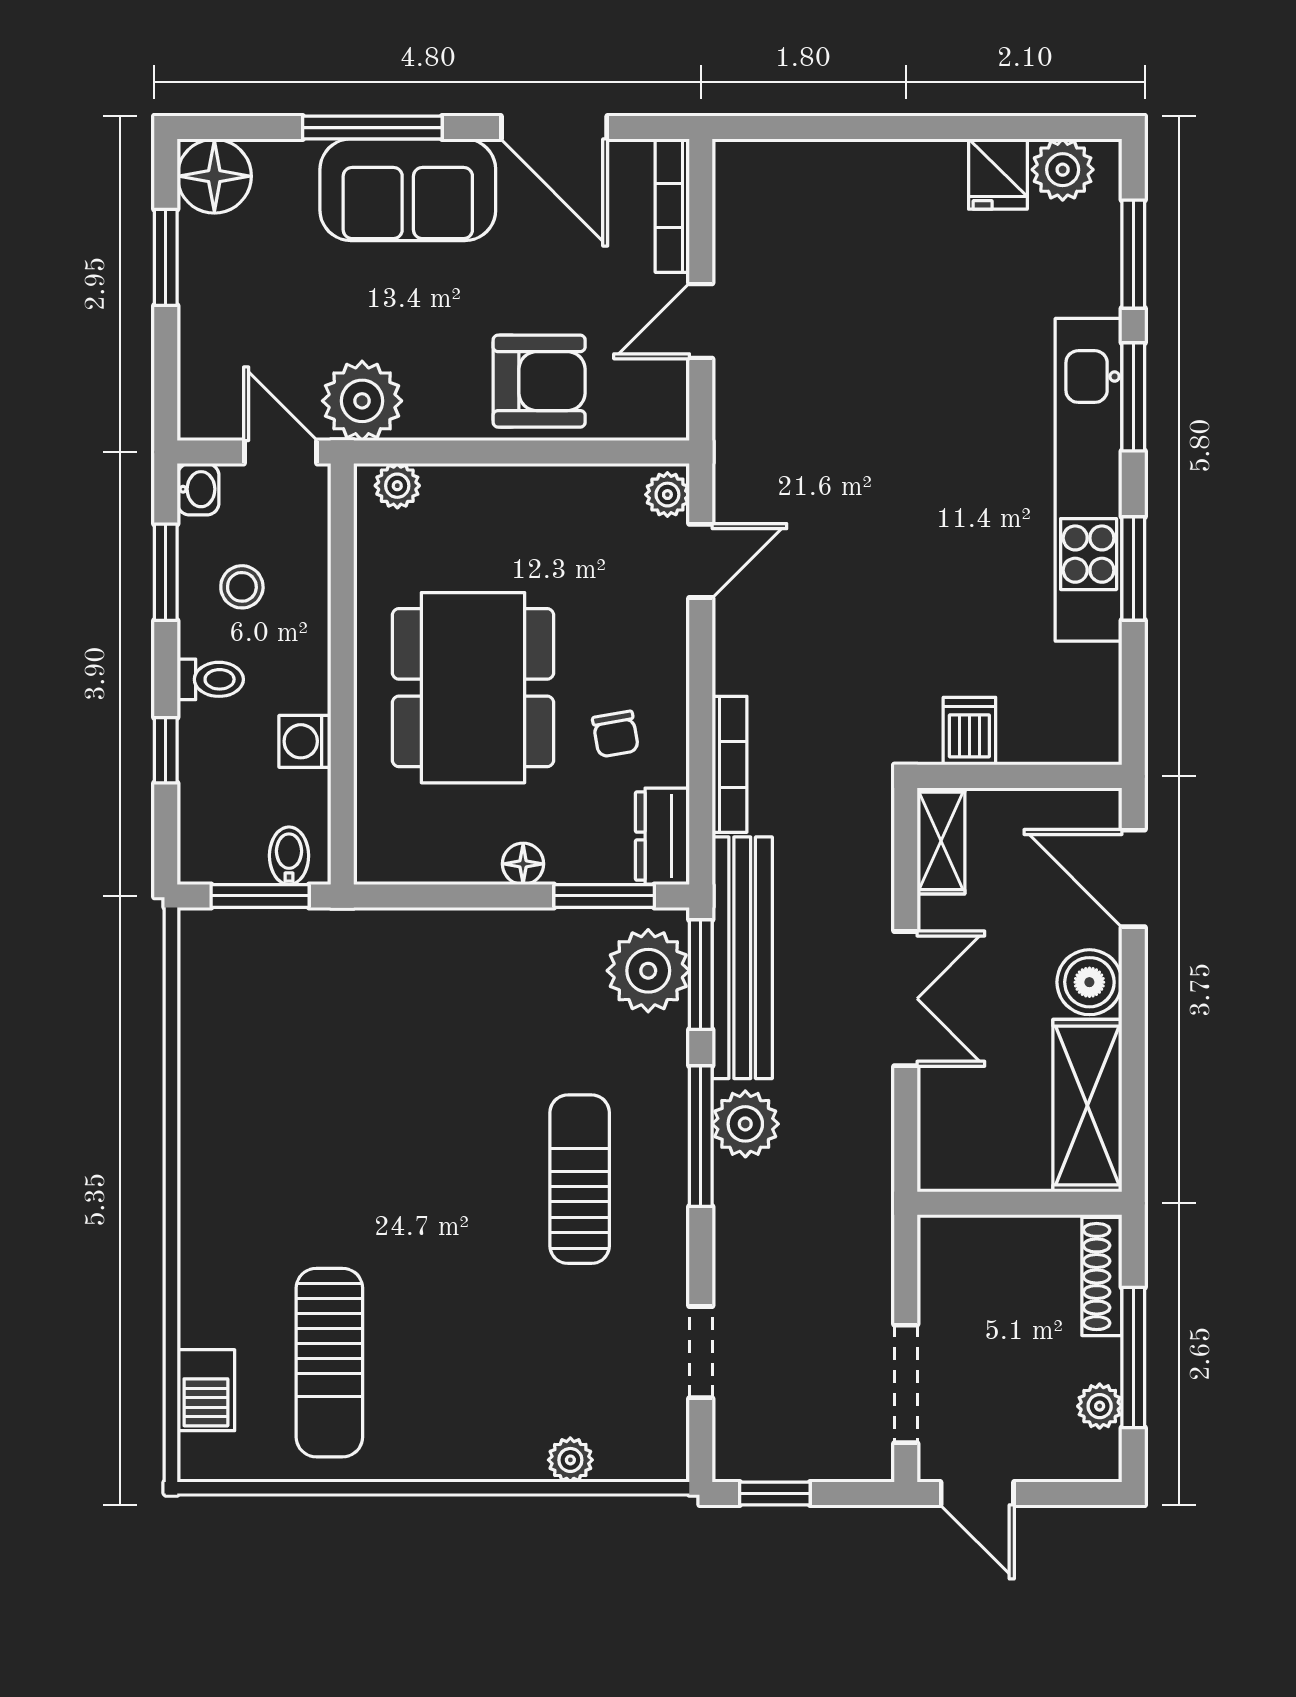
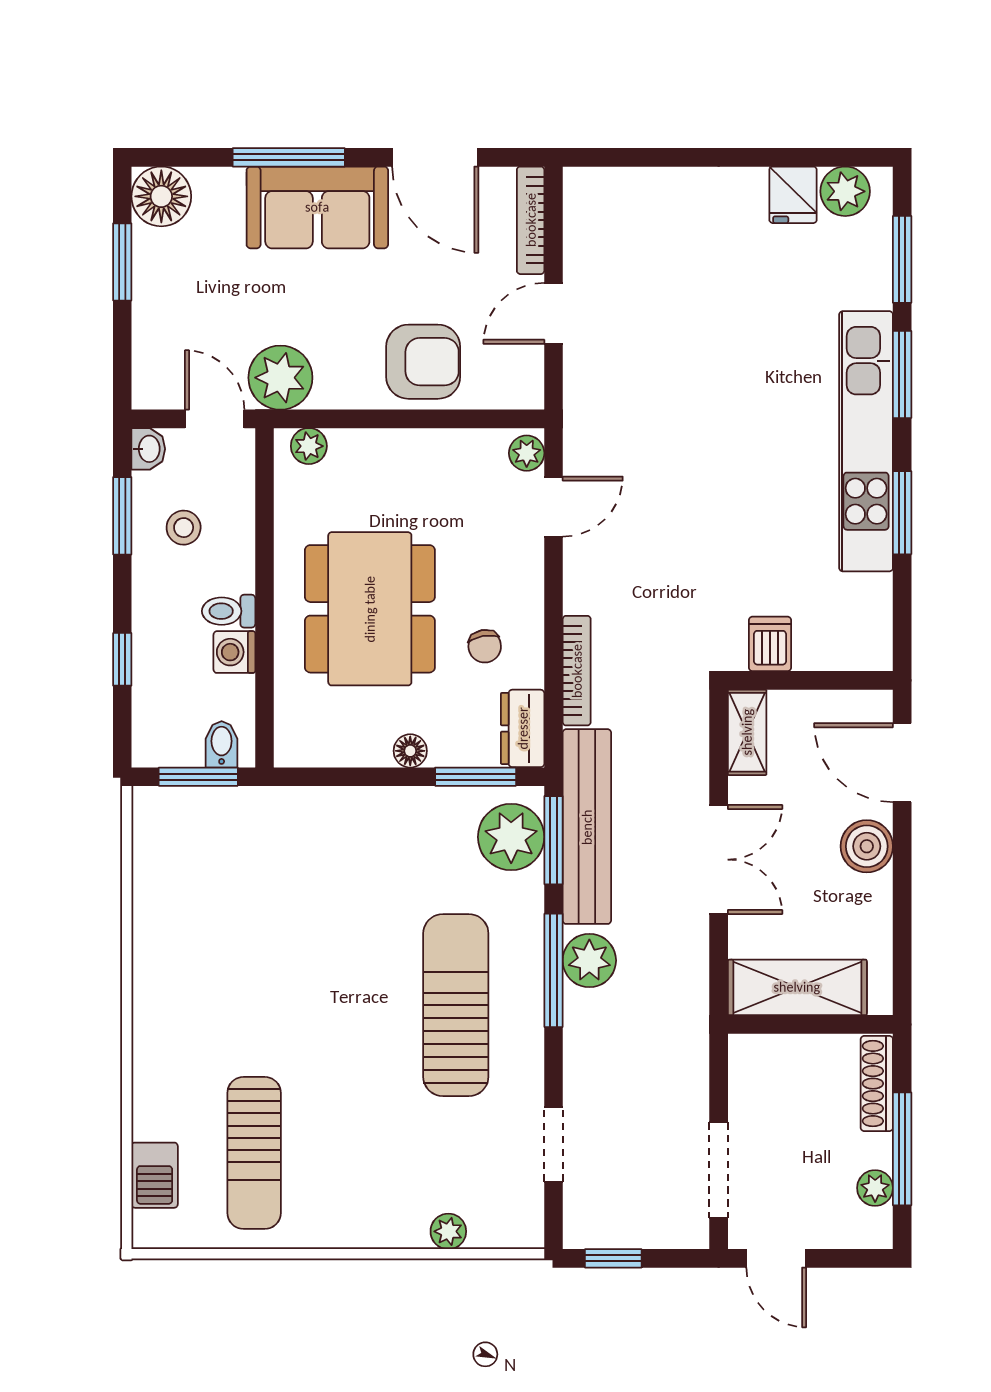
toilet: (210, 679) -> (229, 611), moved, turned 180
shelving: (1087, 1106) -> (797, 987), moved, turned 90
sun lounger: (580, 1179) -> (456, 1005), width x1.36, depth x1.34

